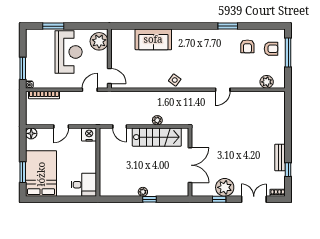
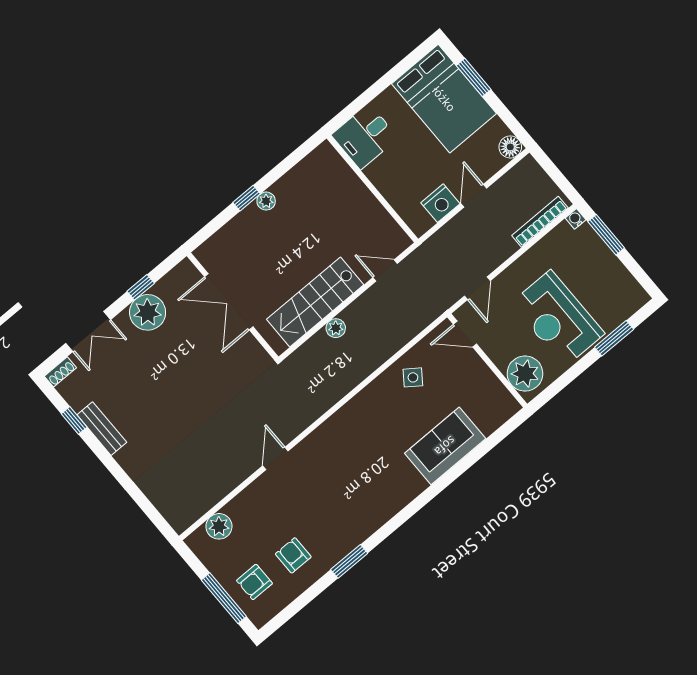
side table: (175, 80) -> (413, 377), moved
nightstand: (89, 134) -> (440, 203), moved

